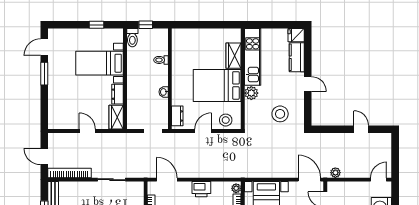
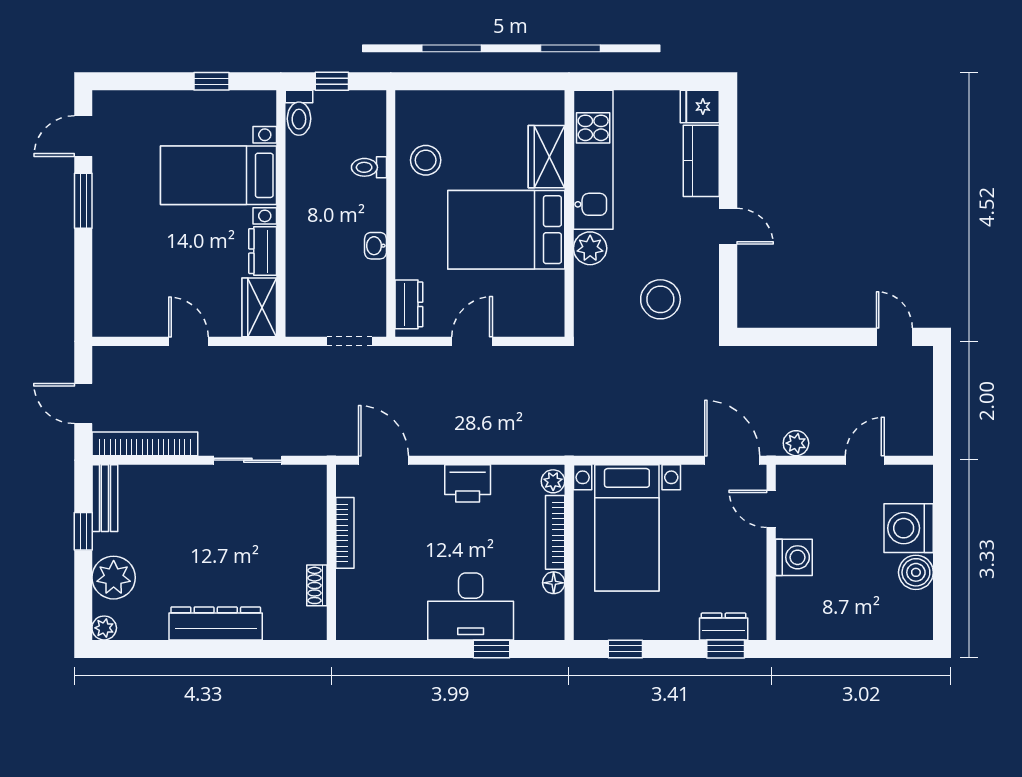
stool: (226, 120) -> (426, 160), moved
door: (361, 129) -> (894, 337), moved
door: (379, 180) -> (865, 460), moved

